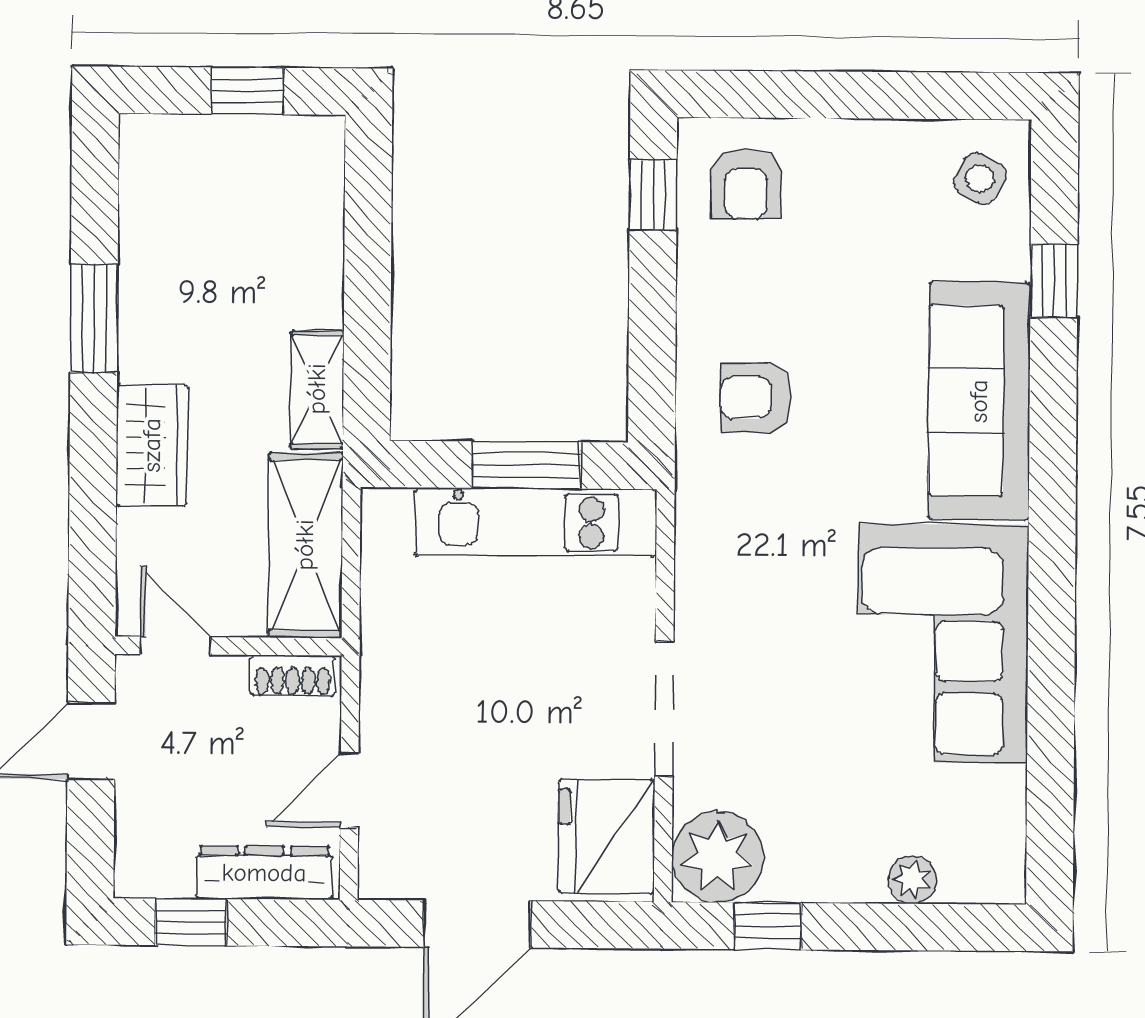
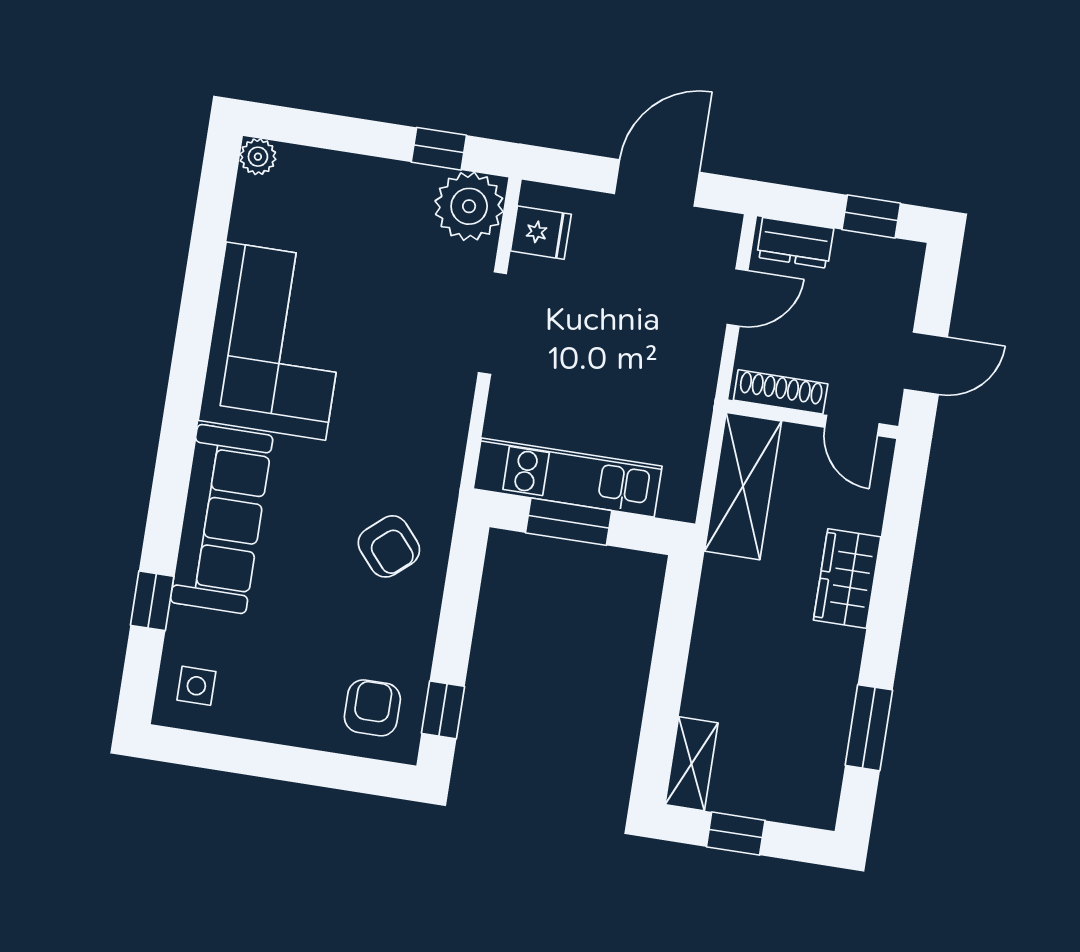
side table: (980, 178) -> (196, 686), turned -30
window: (94, 318) -> (869, 728), moved
shelving: (317, 389) -> (691, 764), moved
armchair: (756, 398) -> (389, 546), turned 49
shoe rack: (293, 676) -> (781, 392), width x1.43
fridge: (606, 836) -> (541, 233), width x0.53, depth x0.75
dresser: (264, 873) -> (795, 243), width x0.70
plant: (912, 880) -> (258, 157), moved

